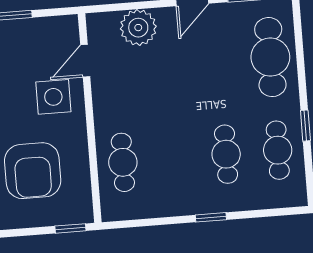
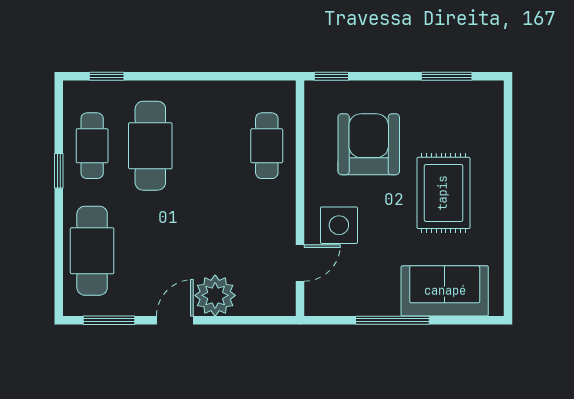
plant: (138, 28) -> (215, 295), moved
cafe table: (226, 154) -> (150, 146), width x1.37, depth x1.35
window: (211, 217) -> (107, 76), moved

